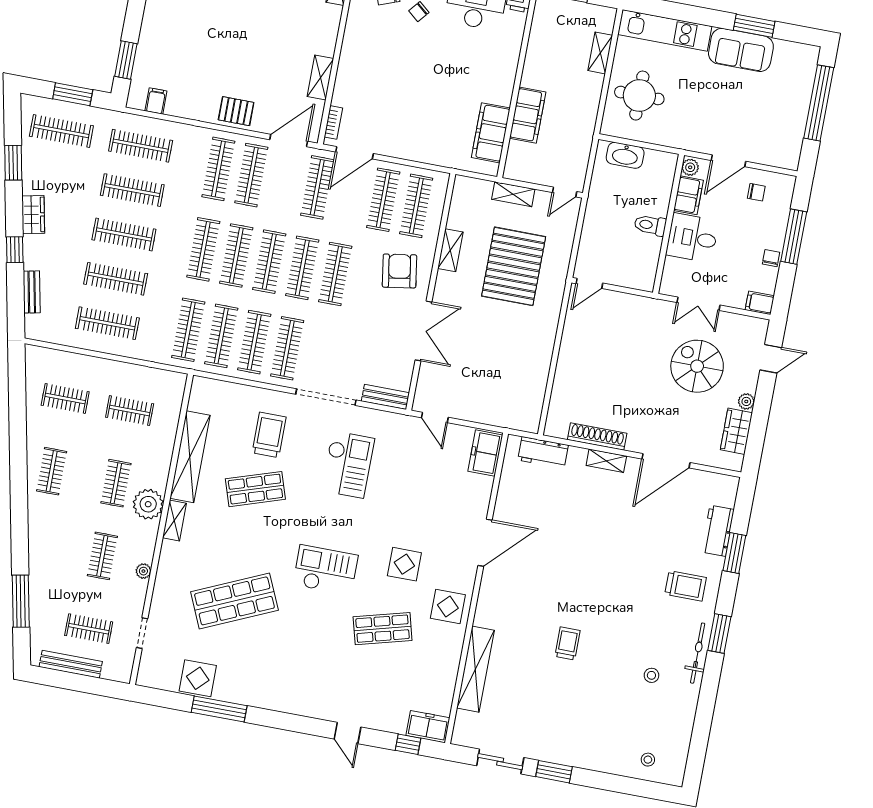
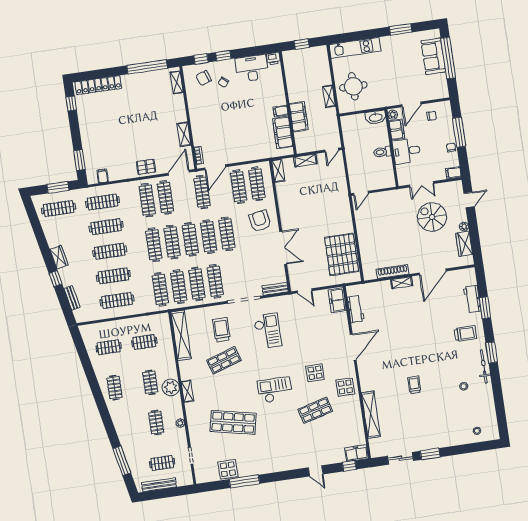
sofa: (741, 50) -> (433, 56), moved, turned 90
shelving: (600, 53) -> (329, 96), moved
filing cabinet: (500, 95) -> (281, 111), added
washbasin: (625, 155) -> (376, 117), moved
window: (13, 163) -> (39, 234), removed
shelving: (450, 250) -> (278, 171), moved
pallet: (514, 266) -> (342, 254), moved
workbench: (543, 453) -> (356, 309), moved, turned -90
shelving: (190, 457) -> (181, 335), moved
shop shelf: (234, 601) -> (233, 422), turned 36

